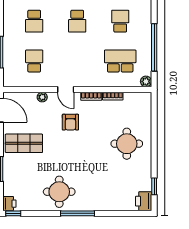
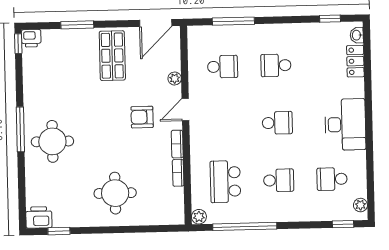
school desk: (77, 21) -> (277, 123), turned 180
school desk: (120, 61) -> (225, 182), turned 180
round table: (59, 192) -> (52, 141), moved

